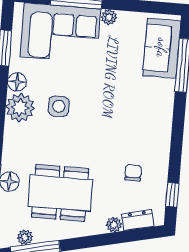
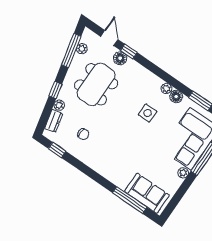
plant: (20, 108) -> (166, 89), width x0.53, depth x0.53
window: (97, 241) -> (55, 90), added

